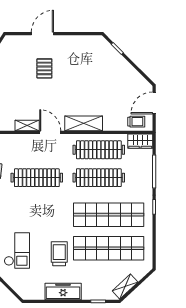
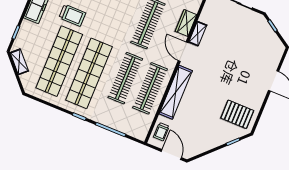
pallet: (44, 68) -> (237, 114), moved, width x1.50, depth x1.42
shelving: (84, 123) -> (176, 92), width x1.47
door: (50, 132) -> (183, 52), swing flipped
wardrobe: (140, 141) -> (186, 23), moved

